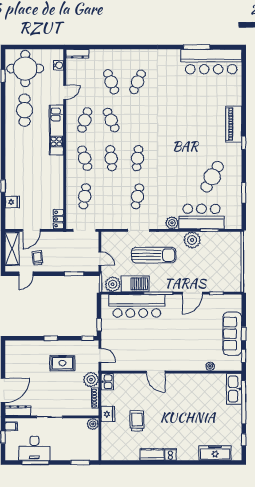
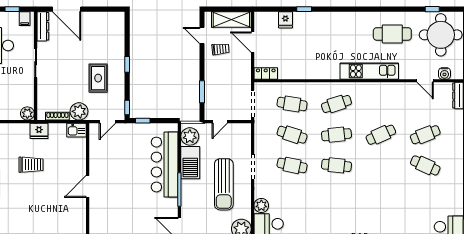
door: (65, 92) -> (425, 81), moved
cafe table: (85, 120) -> (292, 135), moved

